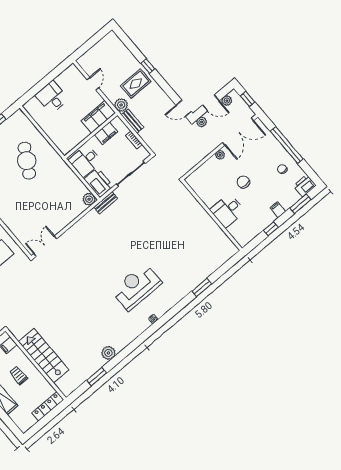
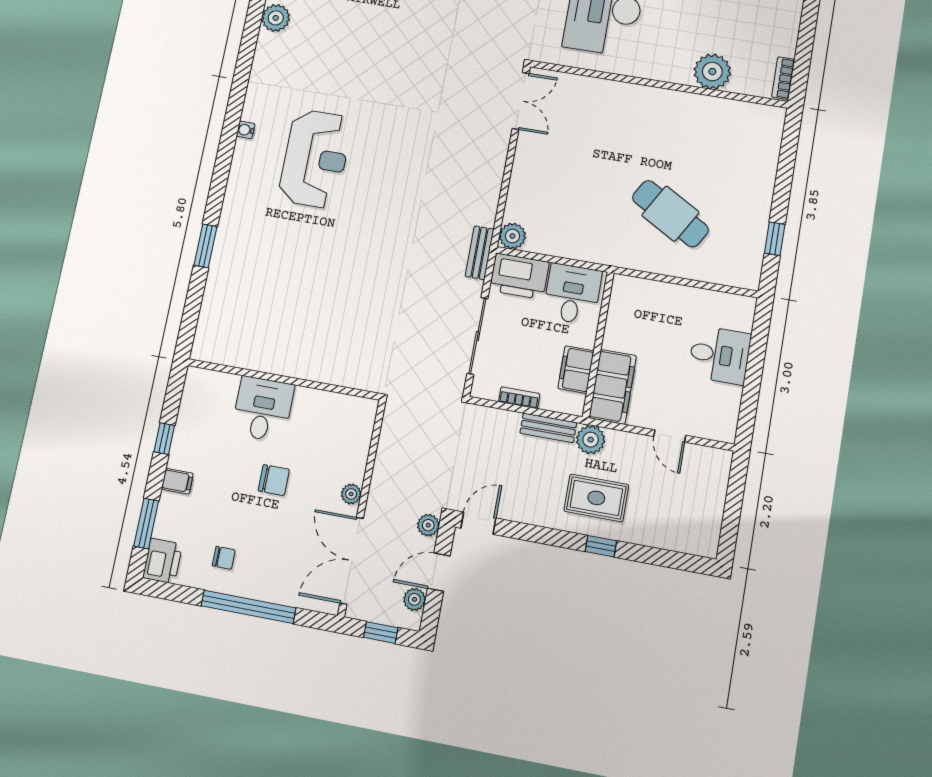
rug: (136, 84) -> (596, 498), turned 90

